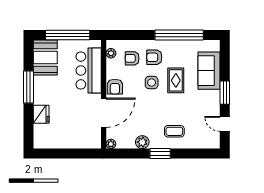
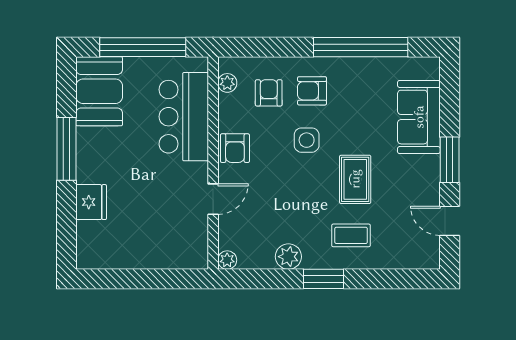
armchair: (132, 58) -> (269, 93), turned 90
rug: (176, 80) -> (355, 179), moved
door: (104, 113) -> (213, 199), width x0.53

